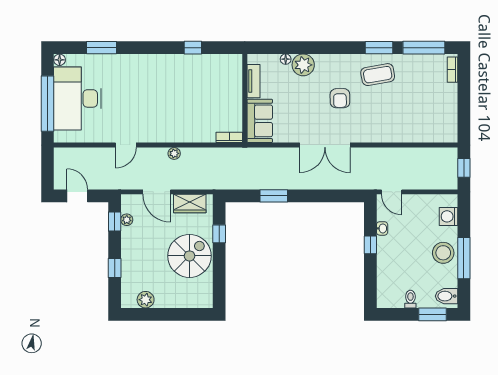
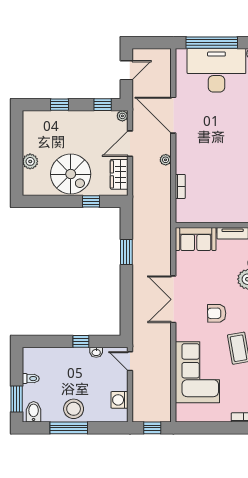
corner sofa: (404, 119) -> (197, 372), added
bookcase: (229, 137) -> (180, 186), moved
door: (126, 145) -> (173, 115), width x1.87
door: (392, 192) -> (130, 361), hinge flipped
washing machine: (449, 216) -> (119, 400), moved, turned -90
plant: (127, 220) -> (122, 116), moved
plant: (146, 300) -> (30, 161), moved

